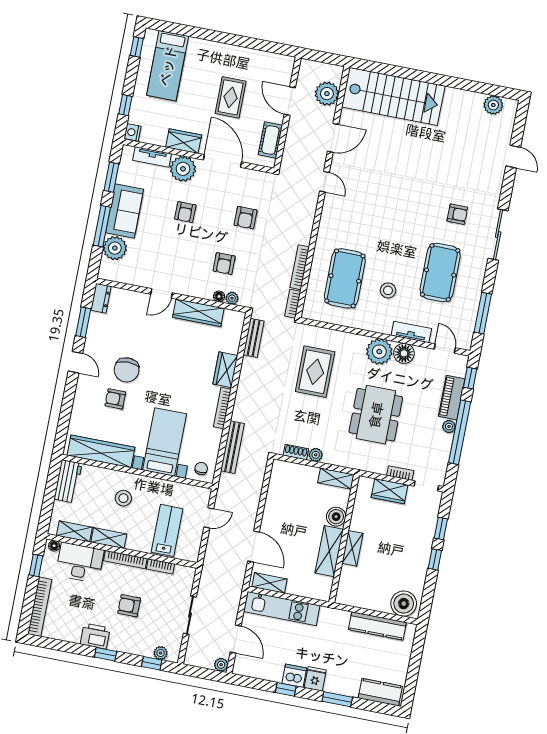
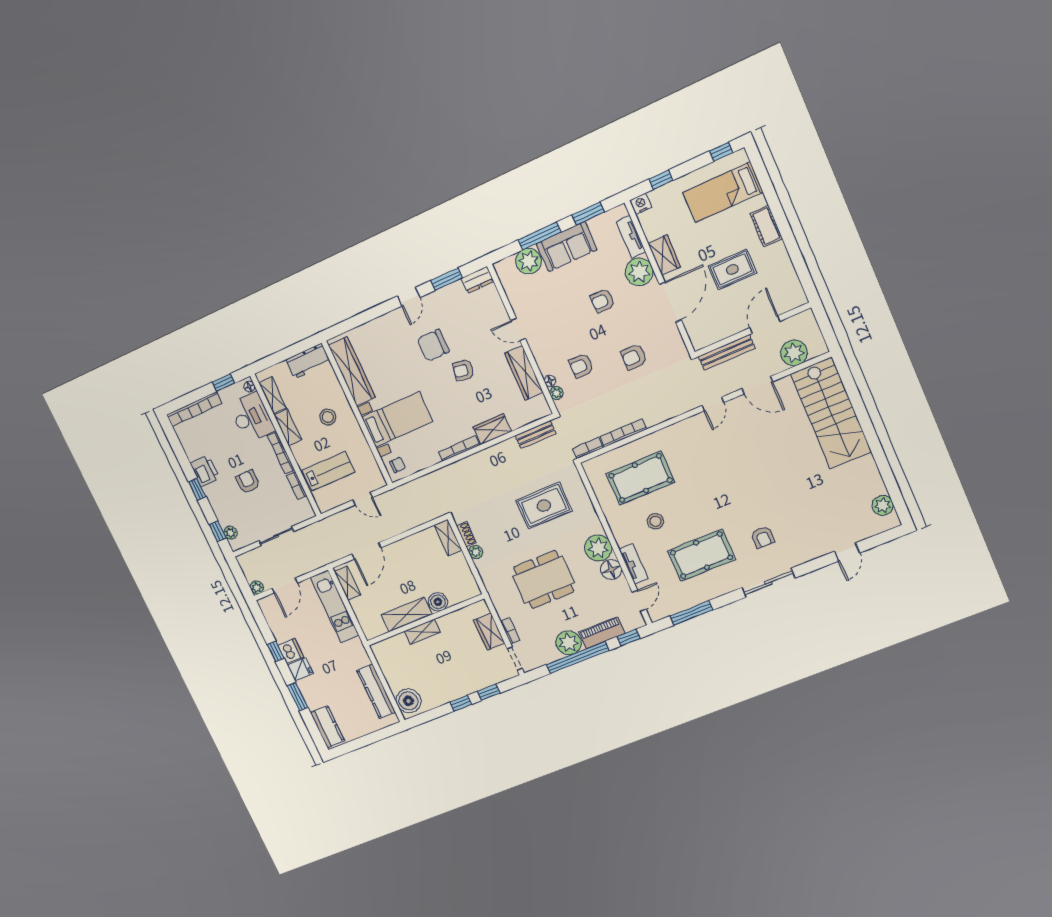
cot: (270, 140) -> (766, 226), moved, turned 90
armchair: (115, 399) -> (463, 370), moved, turned -80
plant: (449, 427) -> (568, 643), width x1.88, depth x1.88
bench: (232, 447) -> (727, 352), moved
shelving: (336, 479) -> (448, 538), moved

